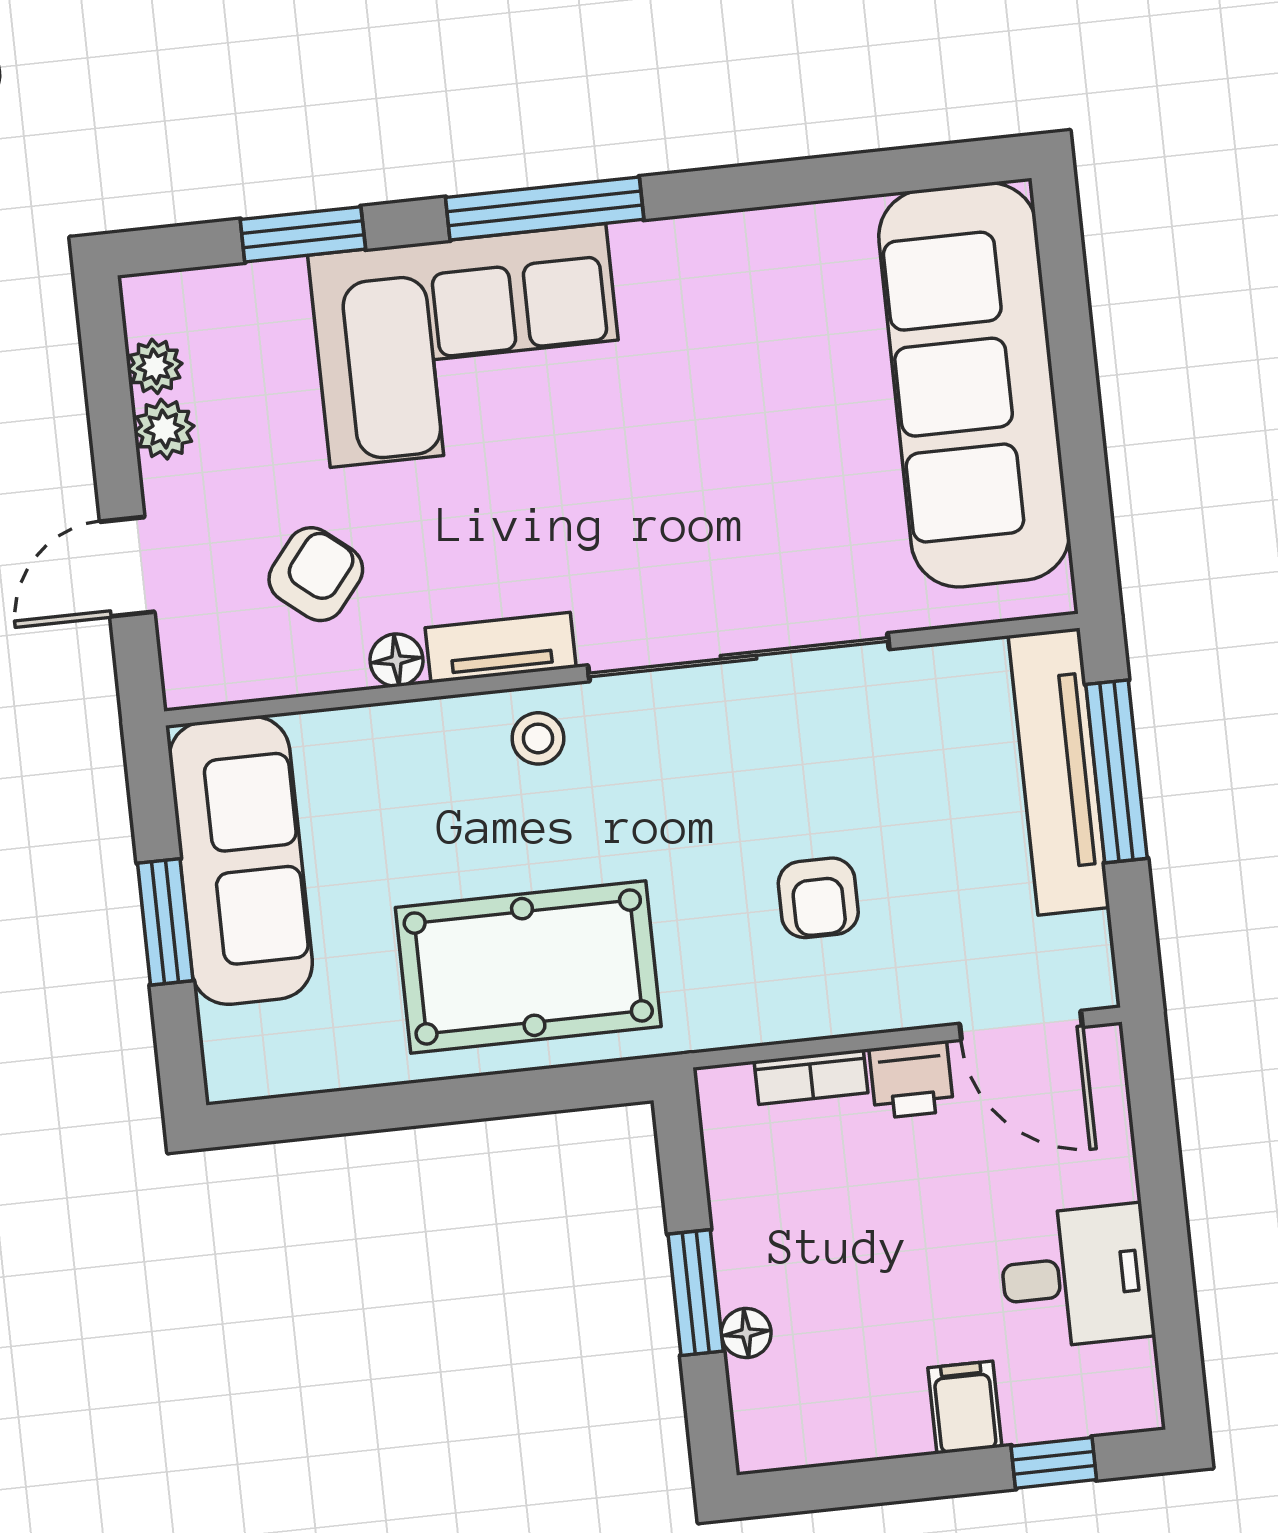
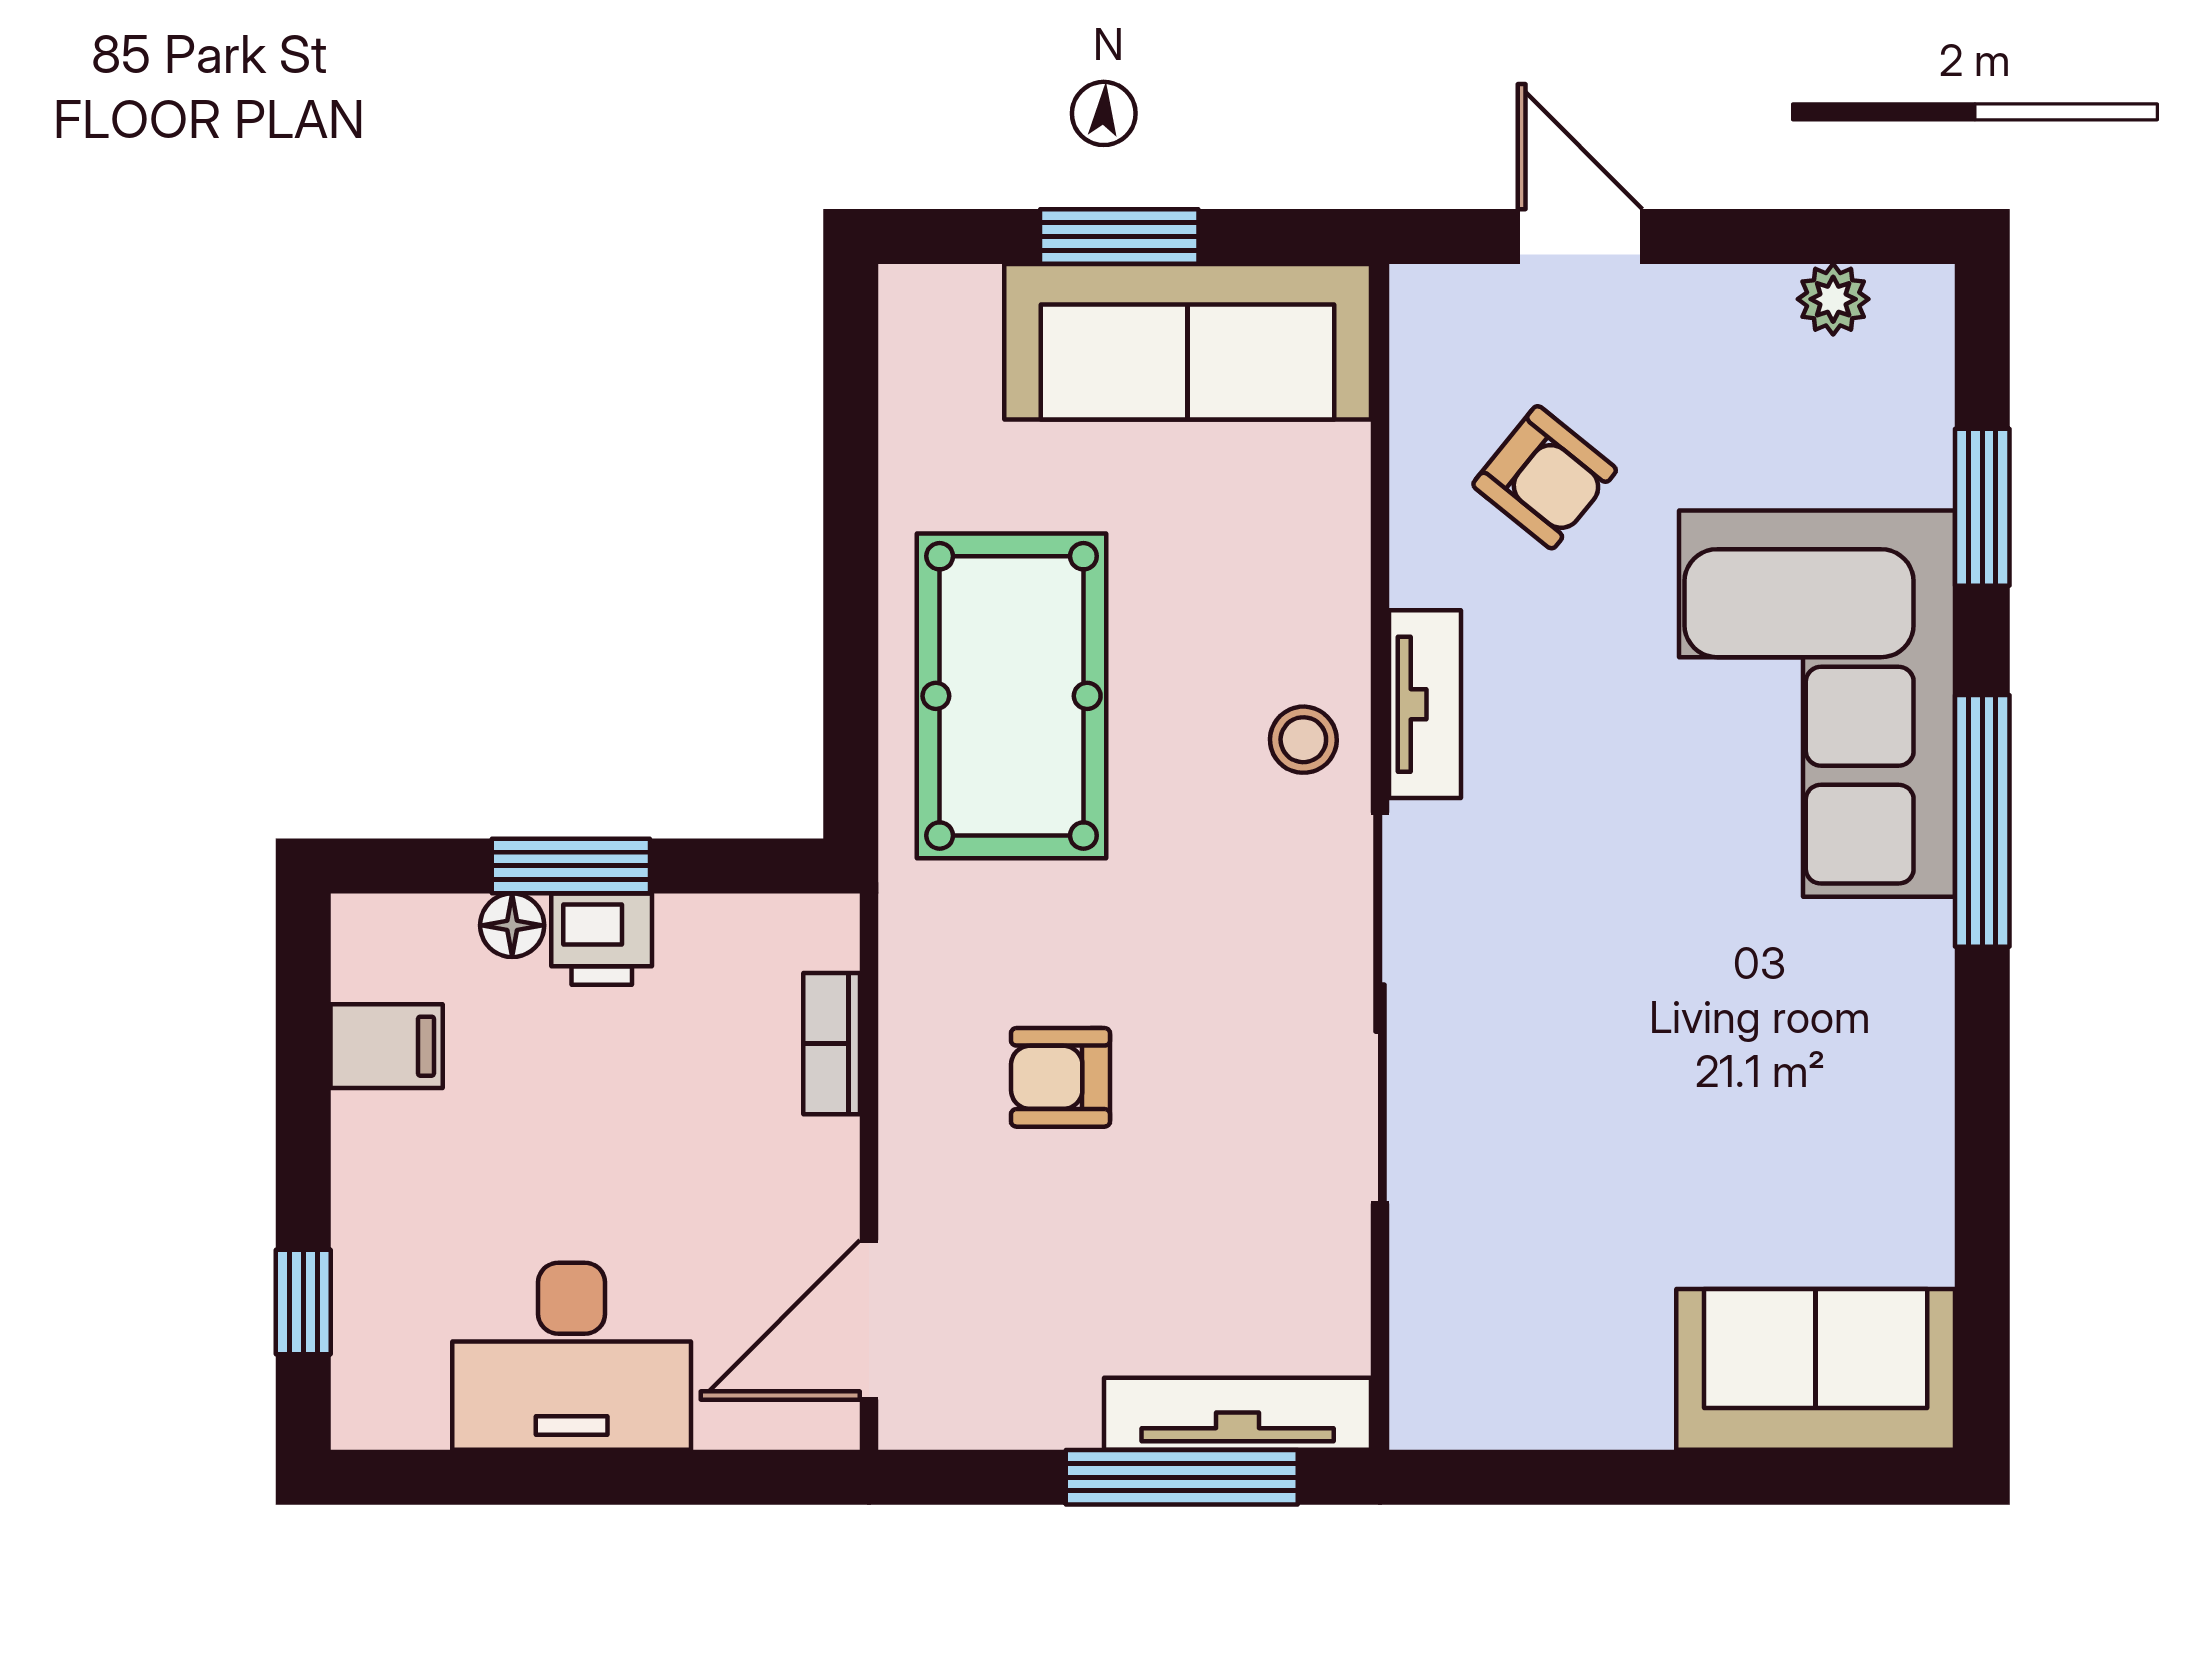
sofa: (974, 385) -> (1816, 1369), width x0.54, depth x0.79
plant: (164, 429) -> (1751, 303), removed
floor lamp: (396, 660) -> (1423, 569), removed
tv unit: (1059, 772) -> (1238, 1414), width x0.73, depth x0.78
printer: (911, 1080) -> (602, 939), moved, turned -90
desk: (1076, 1277) -> (572, 1356), width x1.37
filing cabinet: (965, 1407) -> (387, 1046), moved

